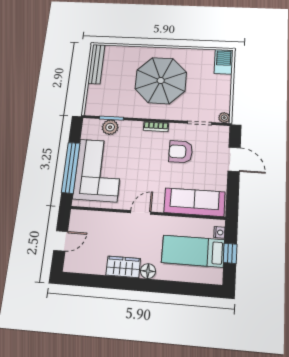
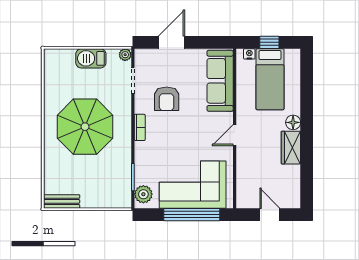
barbecue: (224, 62) -> (91, 58), moved
bench: (96, 64) -> (62, 201), width x0.73
plant: (110, 127) -> (143, 194), moved
door: (141, 212) -> (235, 135), hinge flipped

